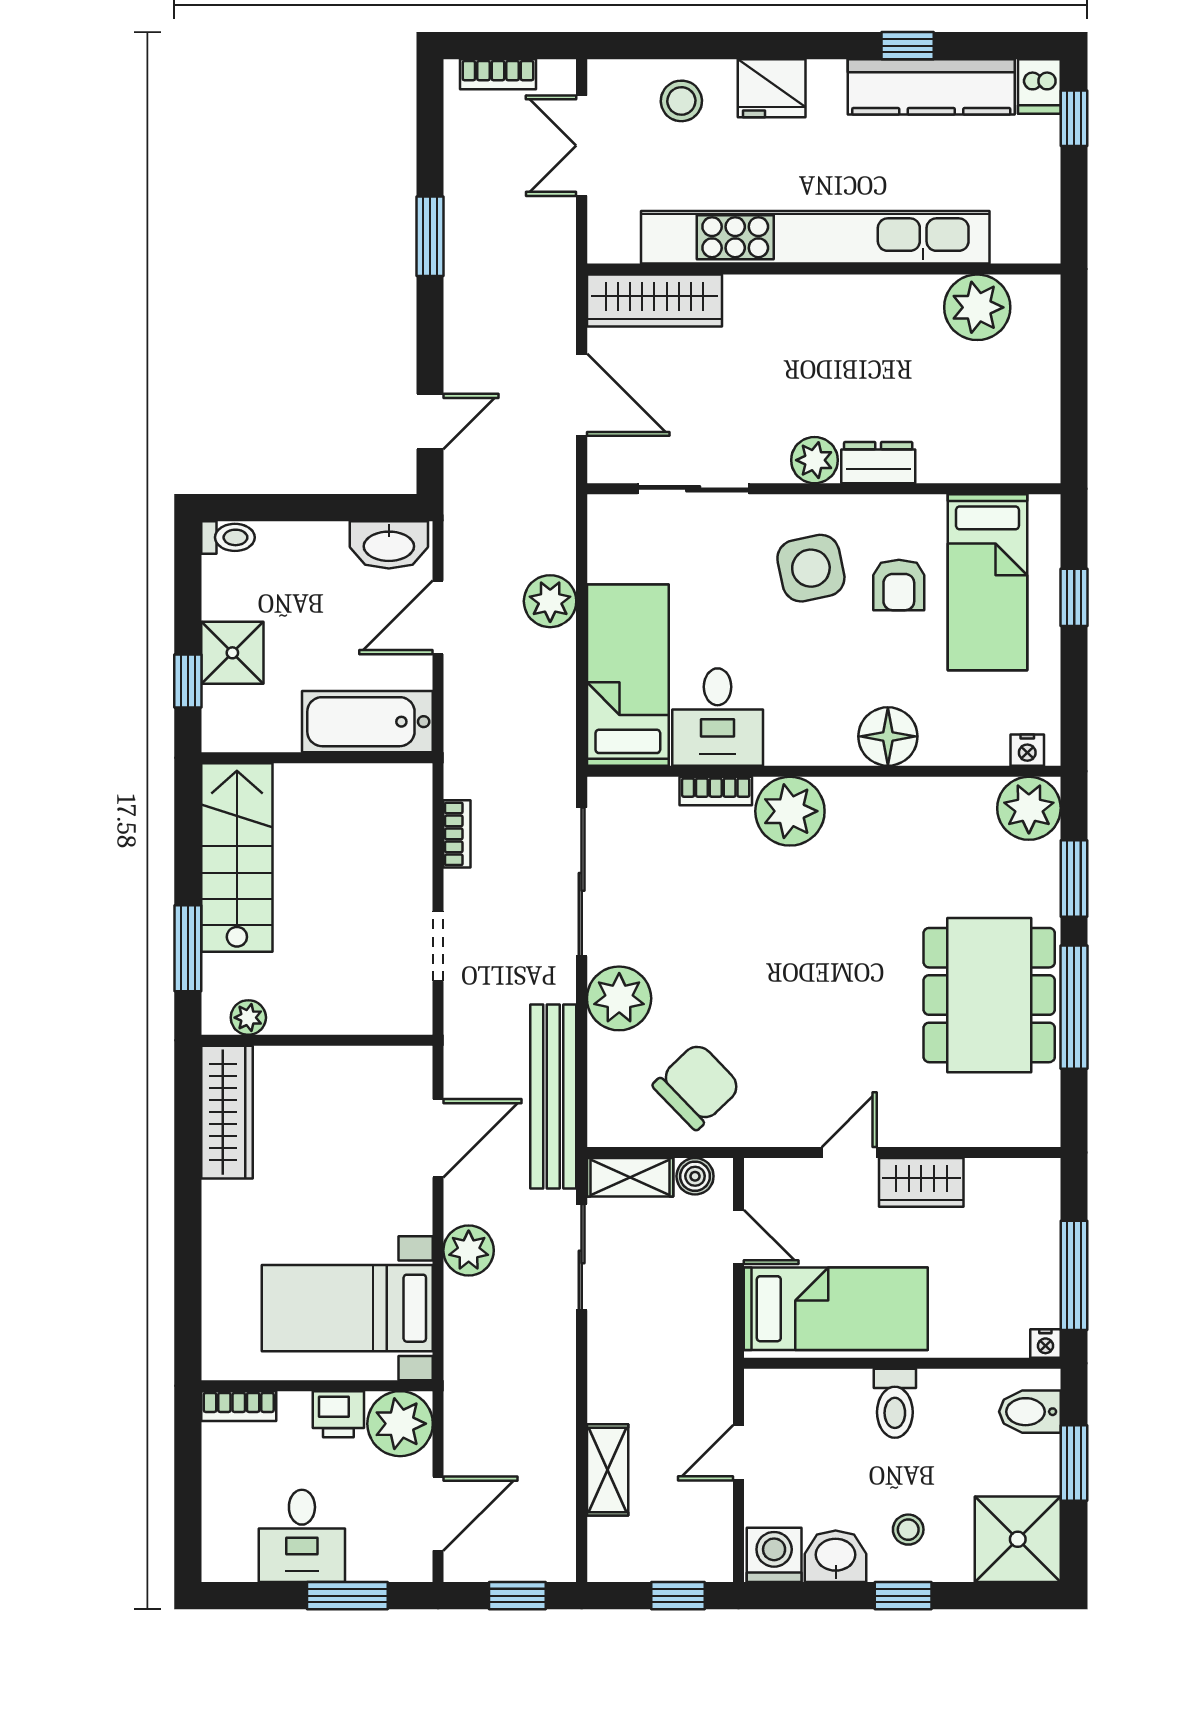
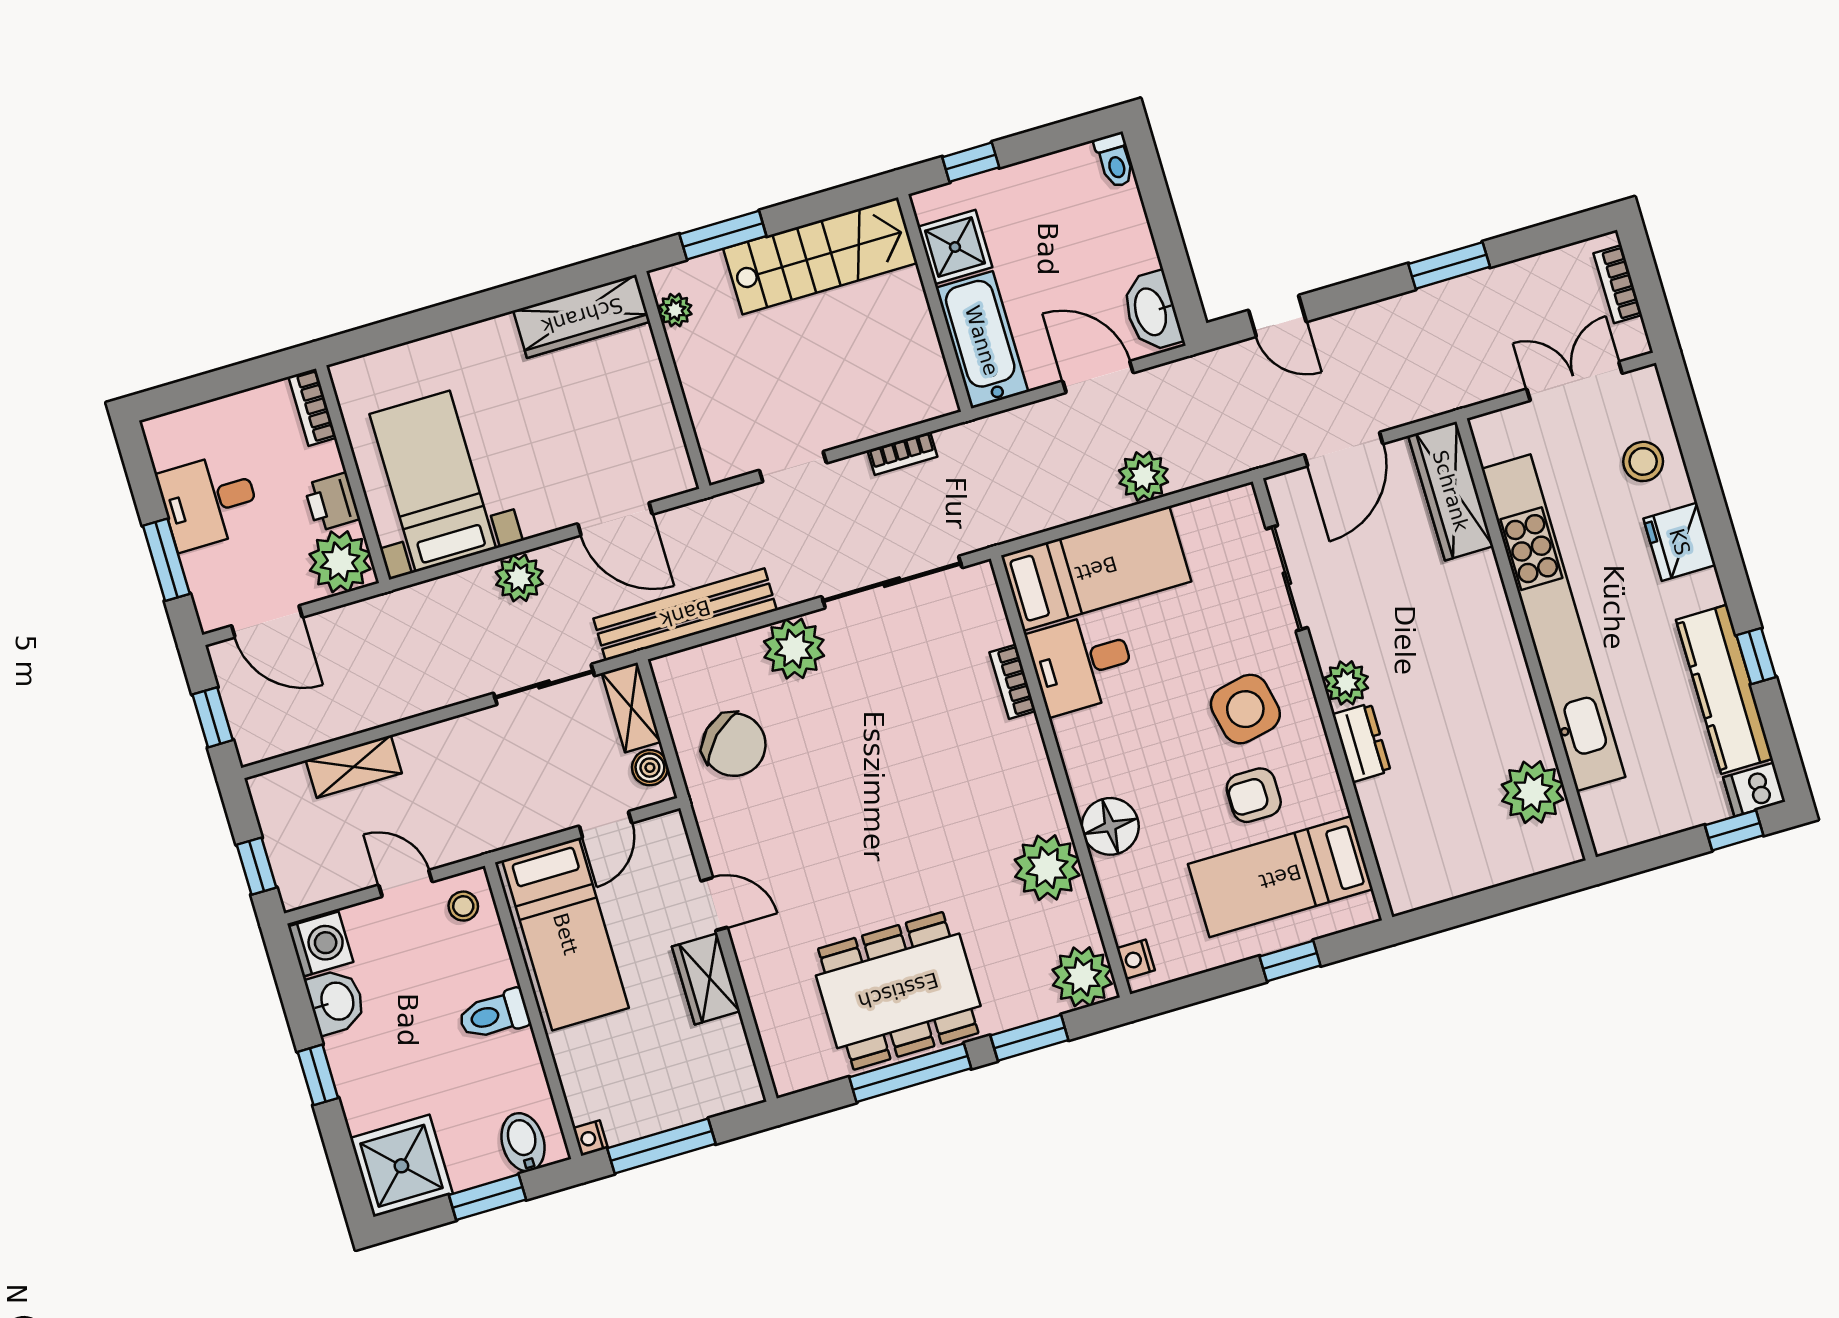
shower: (232, 653) -> (955, 247), moved
plant: (790, 811) -> (1047, 868), moved
stool: (908, 1530) -> (463, 906), moved

